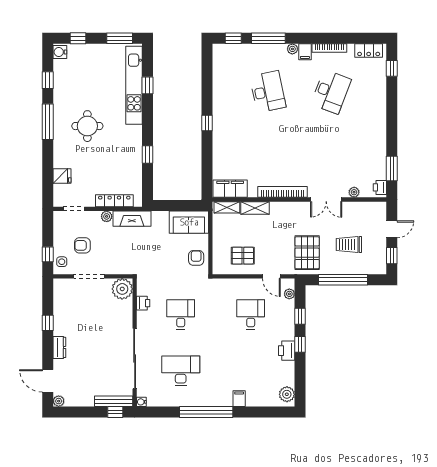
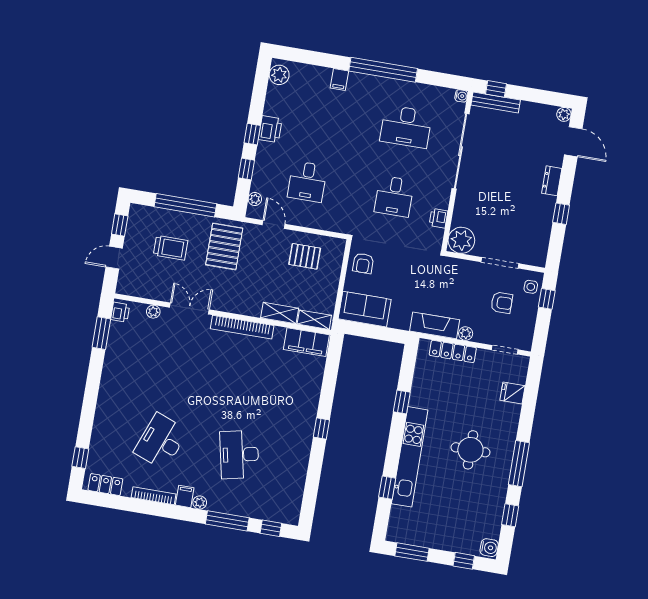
kitchen unit: (134, 85) -> (410, 457), moved

